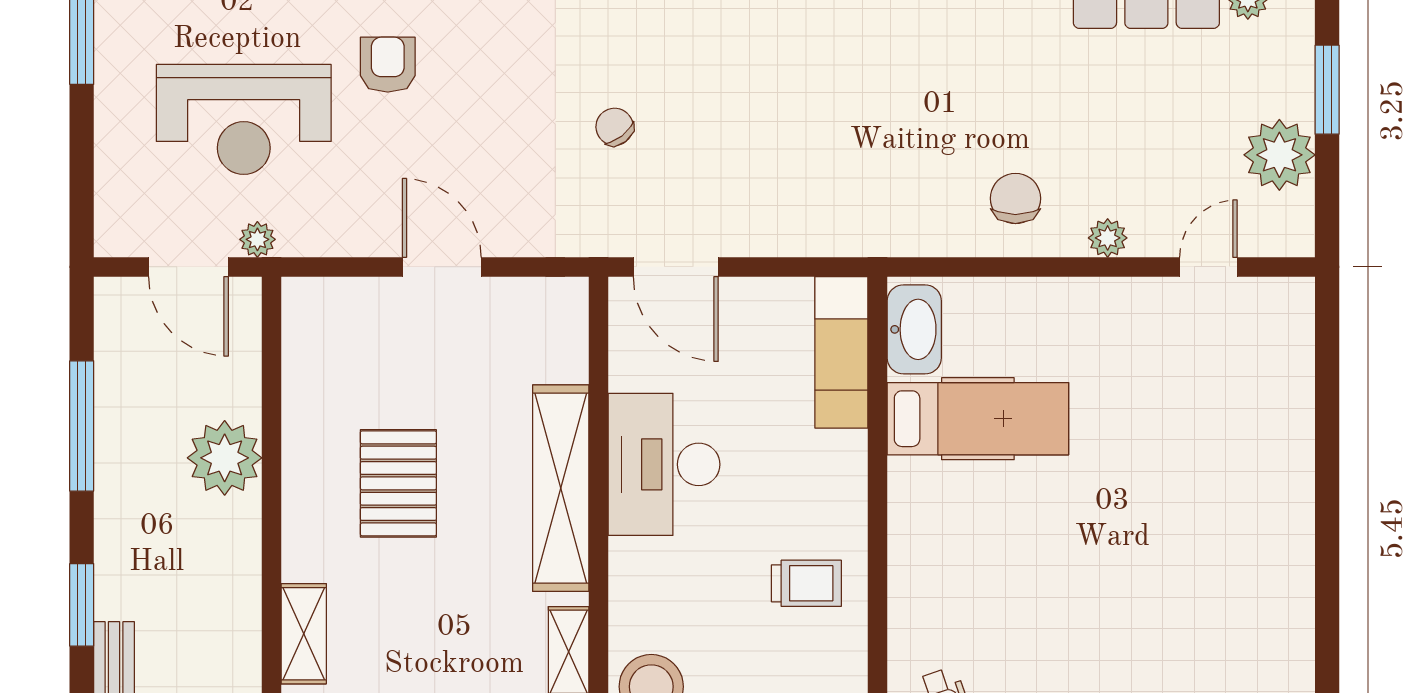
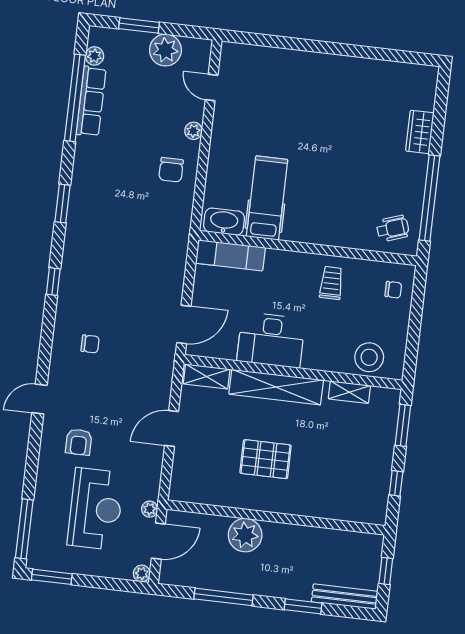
armchair: (388, 65) -> (79, 442), turned -90
chair: (615, 127) -> (90, 344), moved, turned -142
chair: (1015, 198) -> (171, 170), turned -90
plant: (112, 239) -> (142, 574), added
shelving: (304, 634) -> (207, 376), moved

